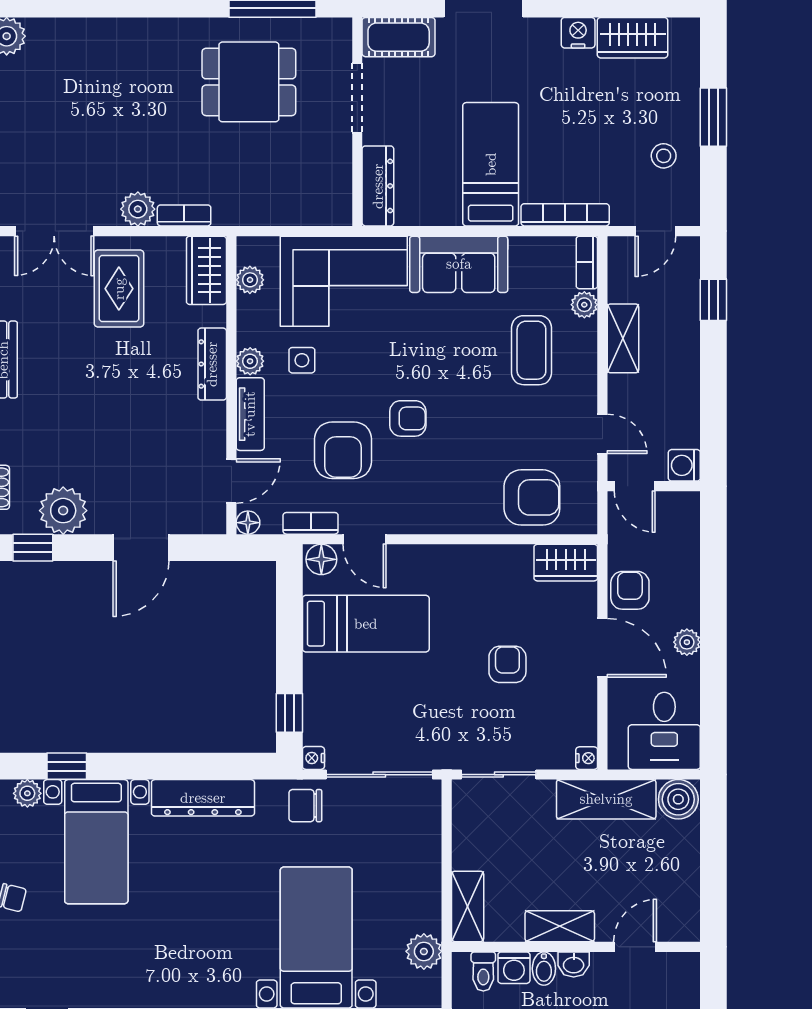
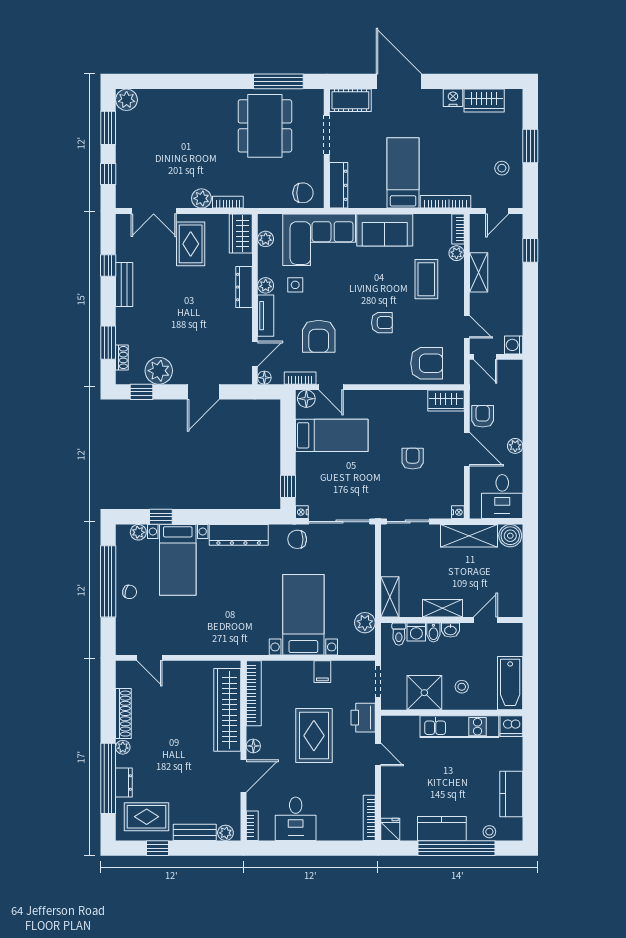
dining table: (249, 82) -> (265, 126), width x1.38
chair: (316, 199) -> (303, 193), added
armchair: (408, 418) -> (382, 323), moved

